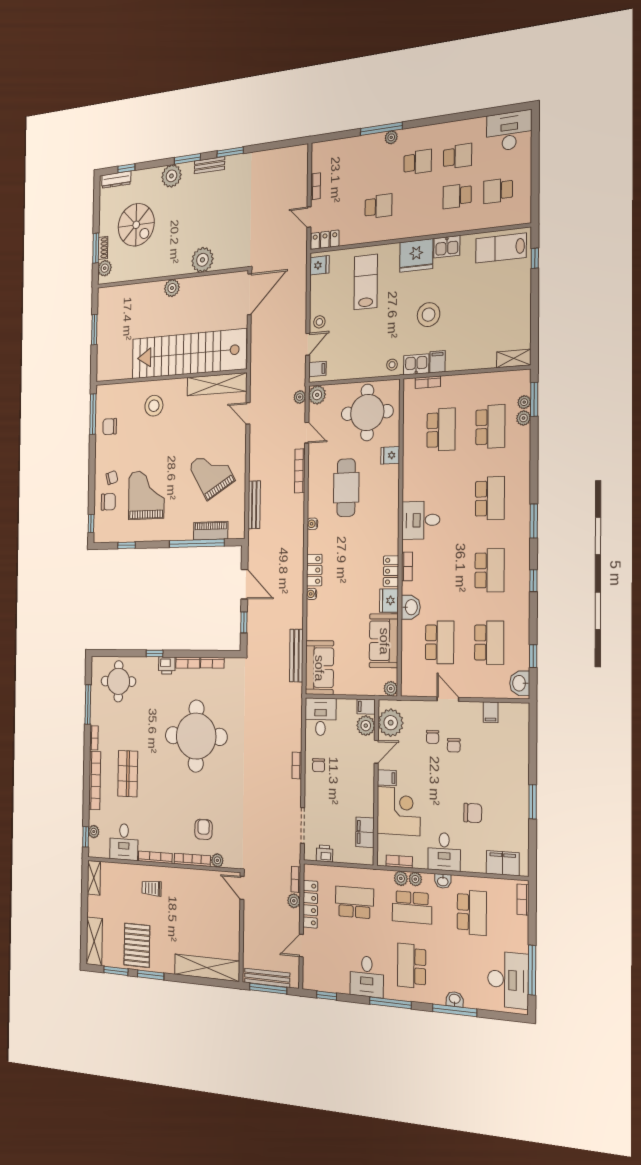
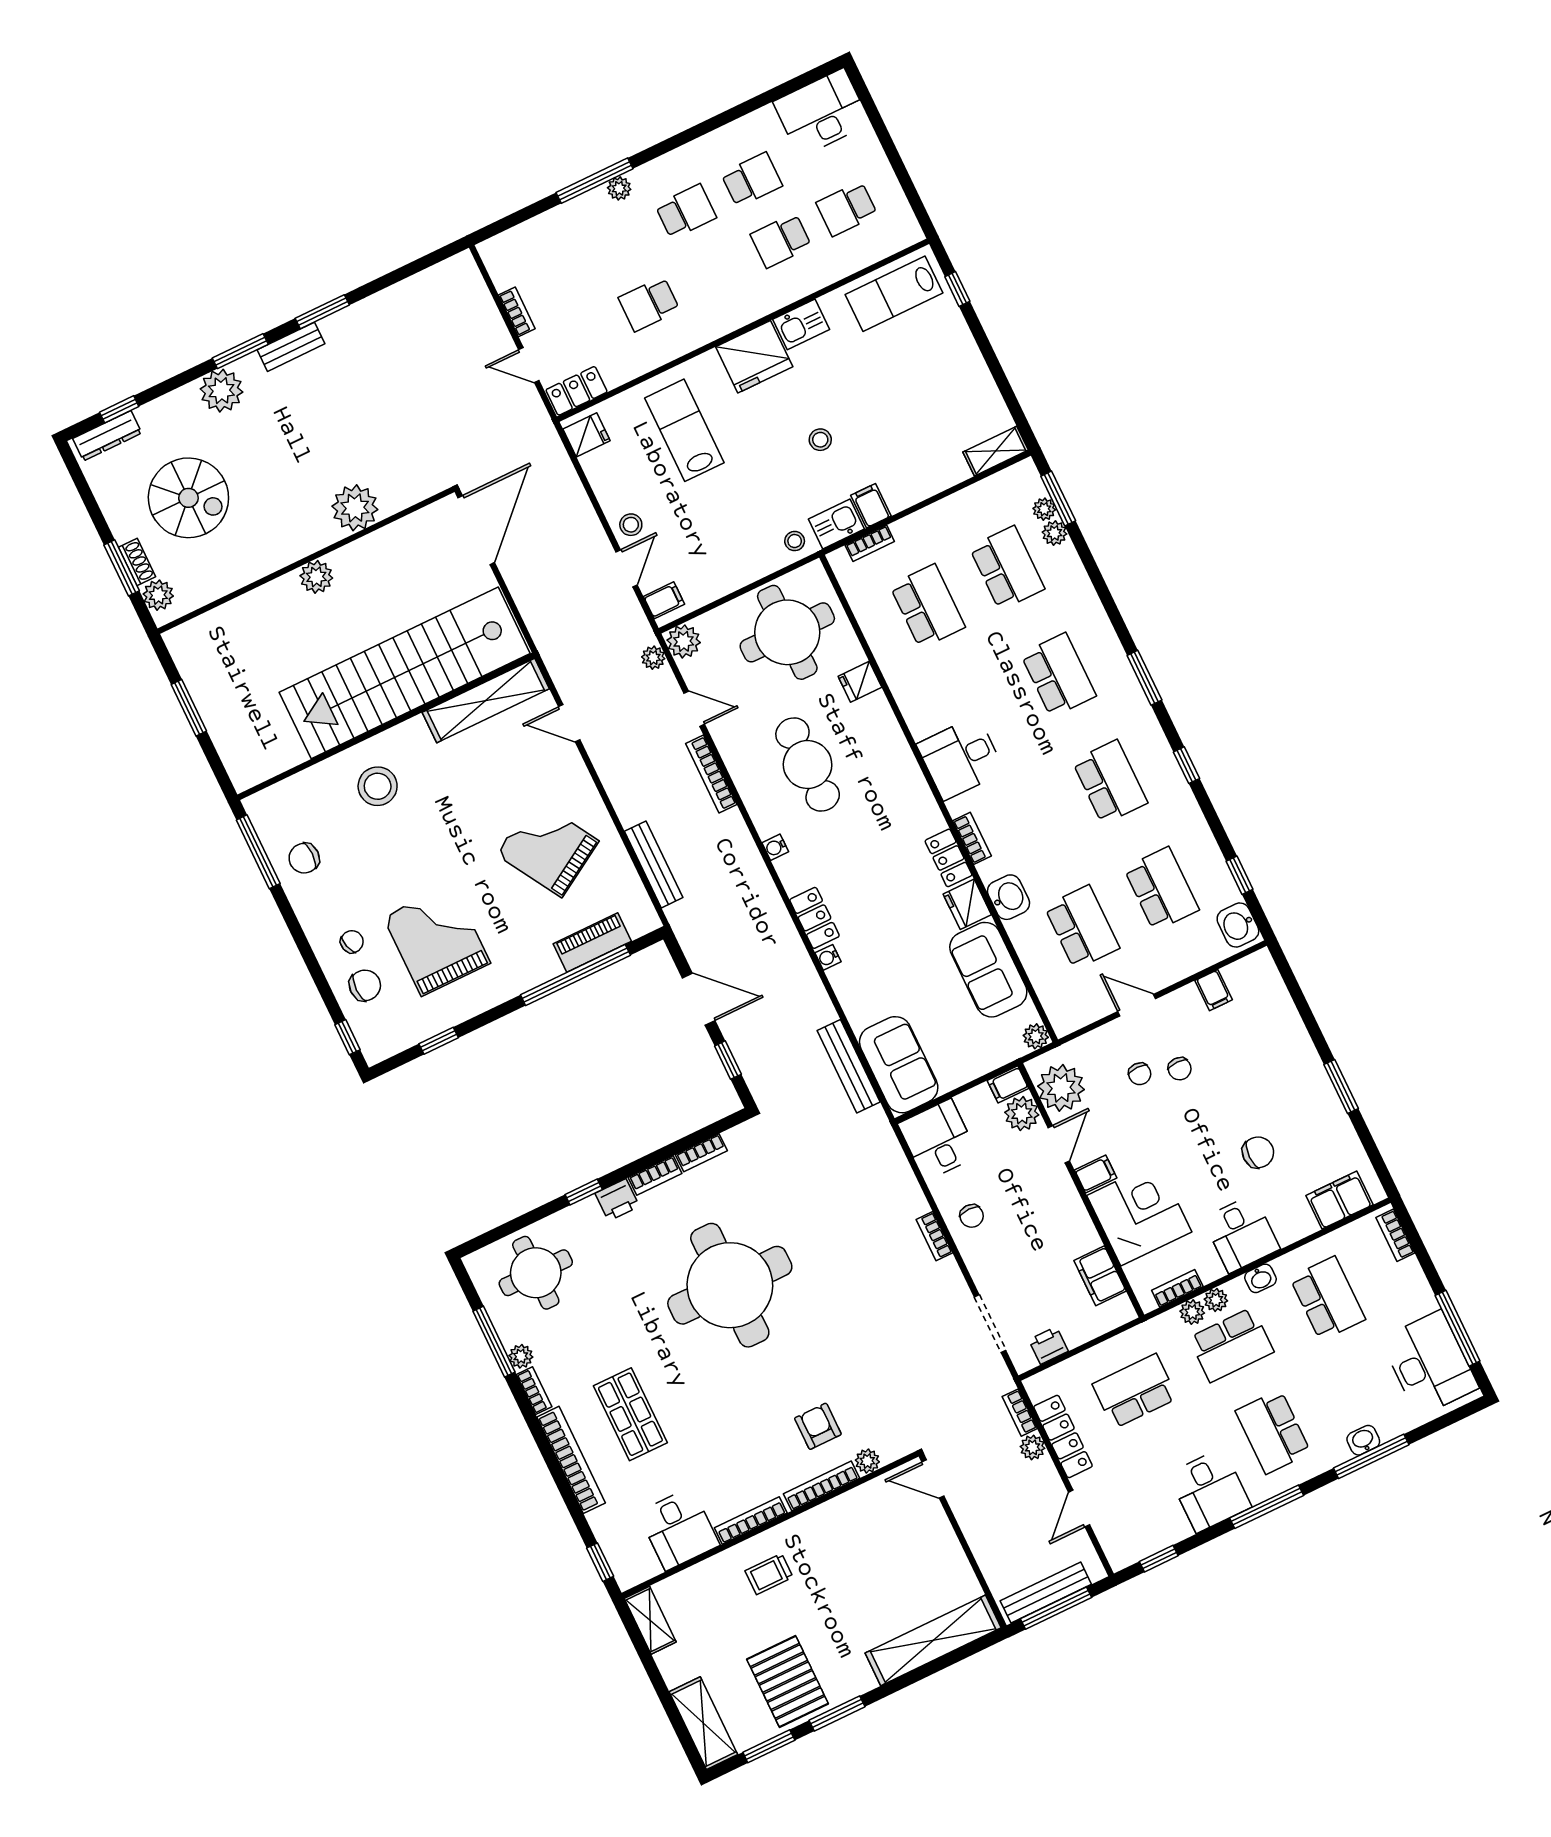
school desk: (378, 206) -> (649, 304), turned 180
stool: (429, 315) -> (820, 440), width x0.53, depth x0.53
plant: (94, 832) -> (521, 1356), moved

